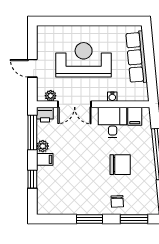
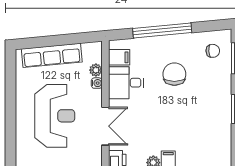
reception desk: (84, 60) -> (55, 116), turned 180
plant: (51, 96) -> (96, 70), moved
chair: (117, 201) -> (213, 51), moved

